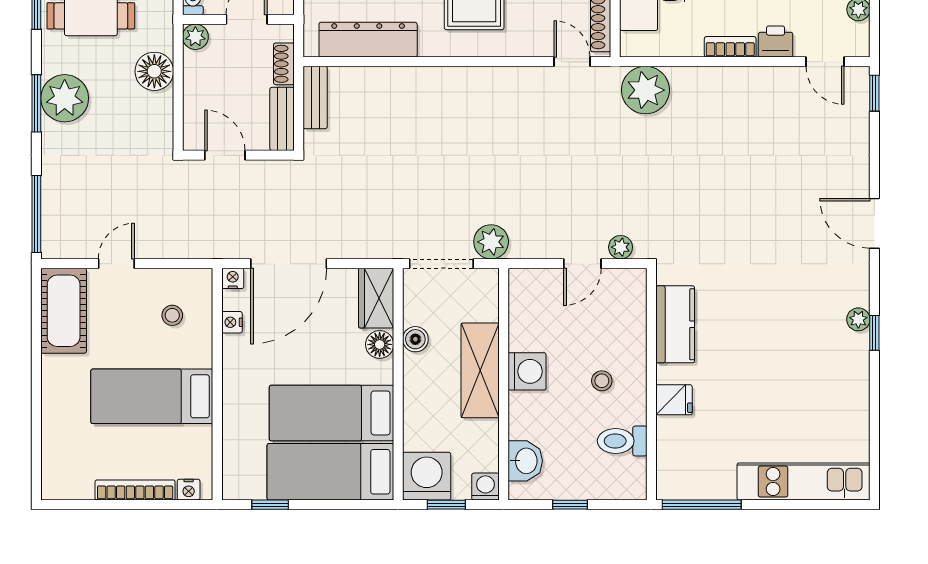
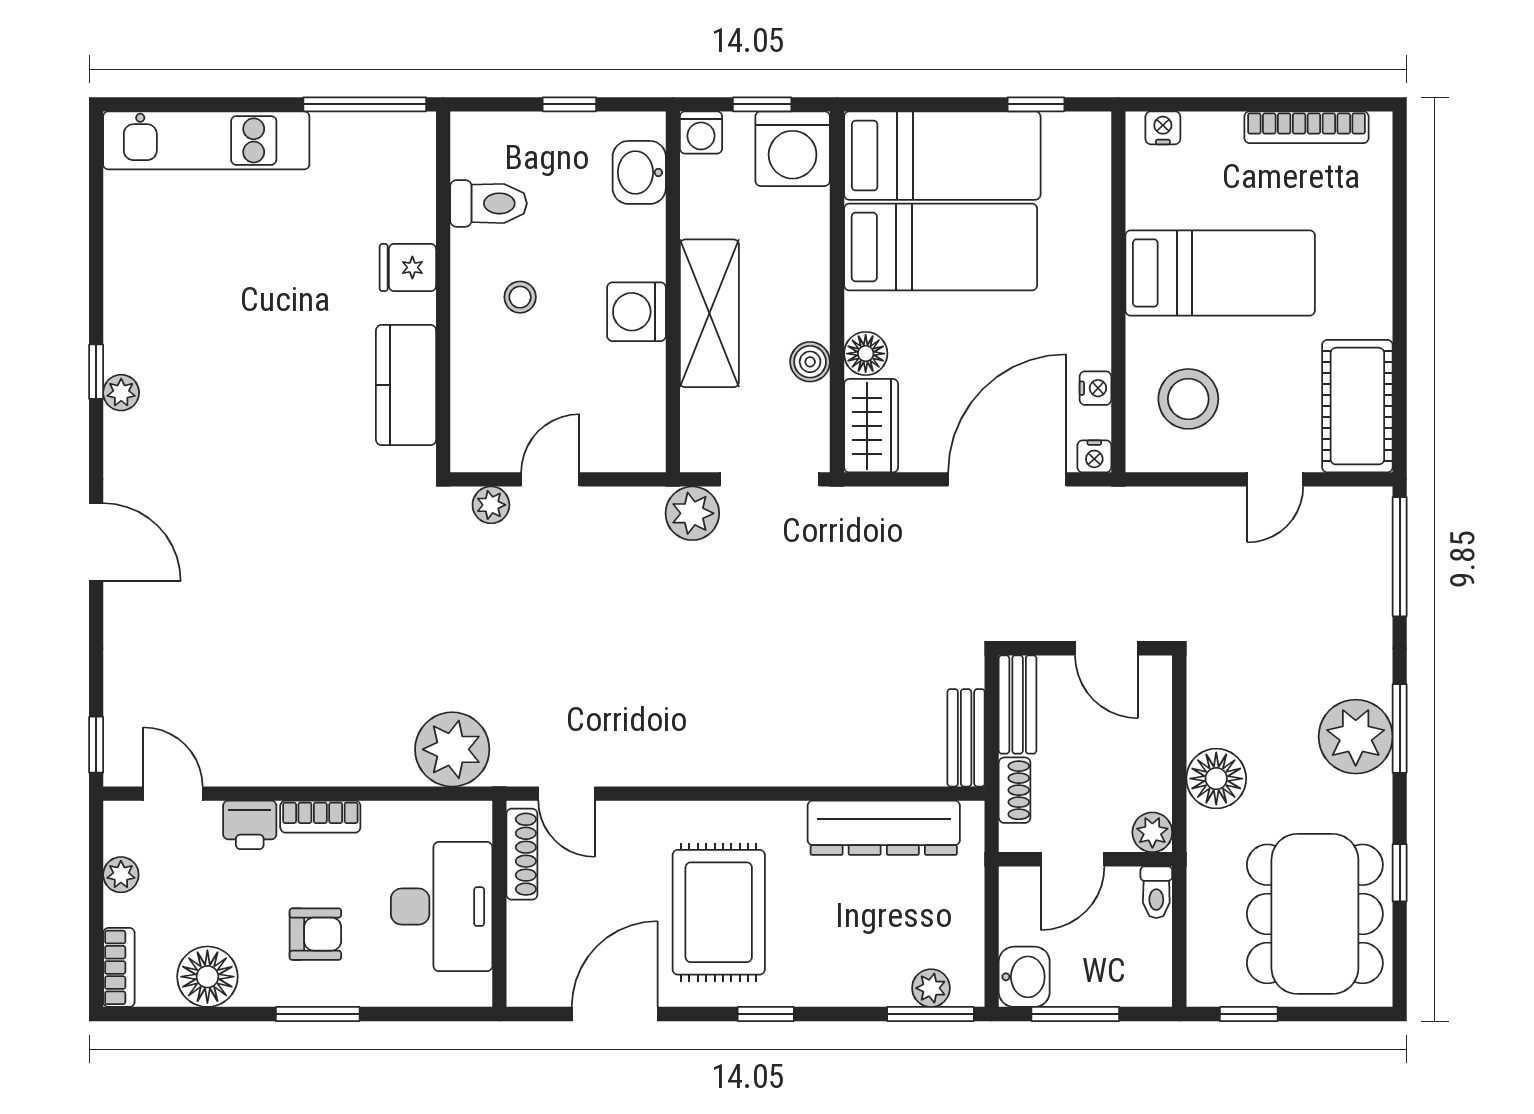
stool: (172, 315) -> (1188, 399), width x1.89, depth x1.89
bookcase: (135, 490) -> (1306, 127), moved

